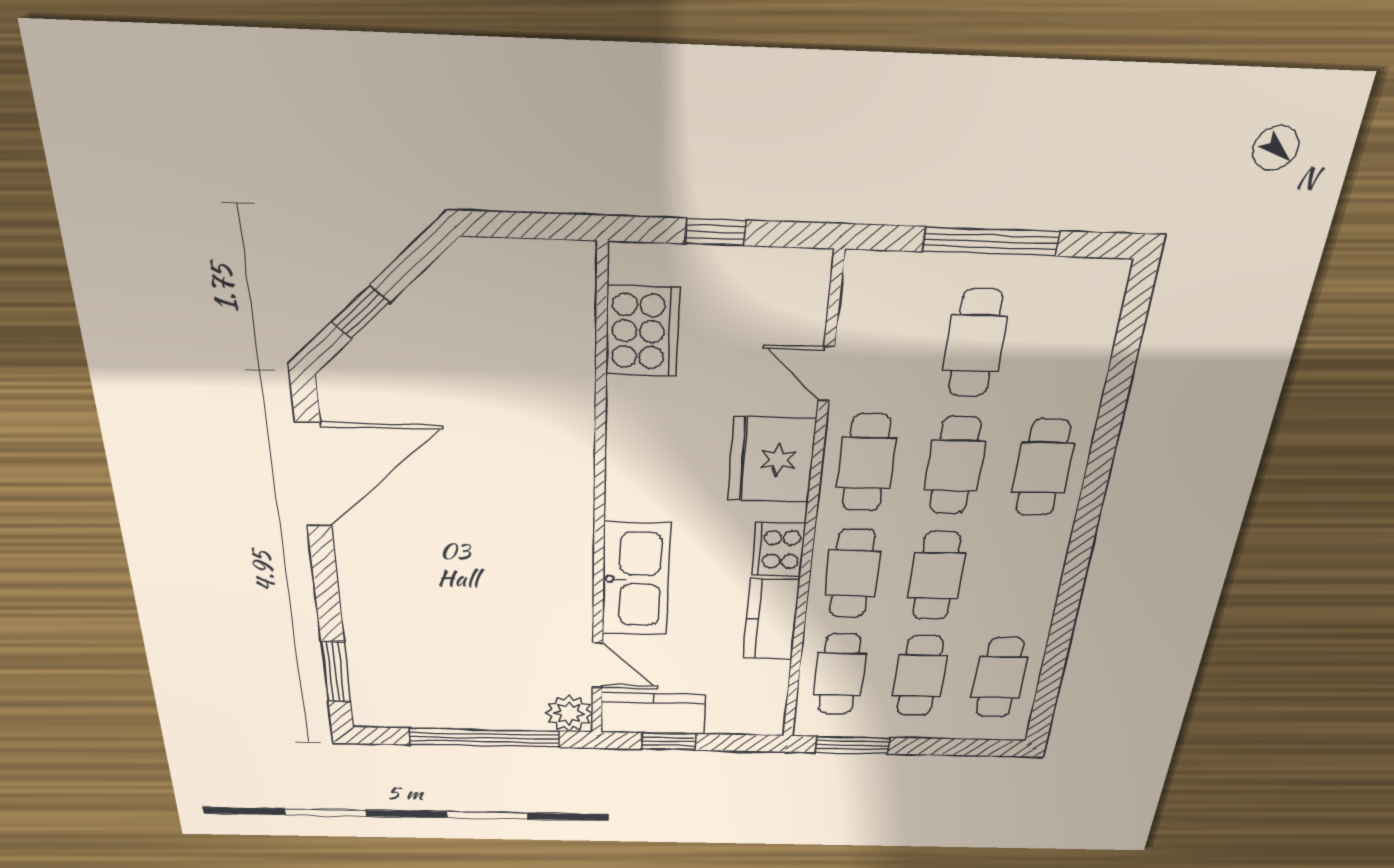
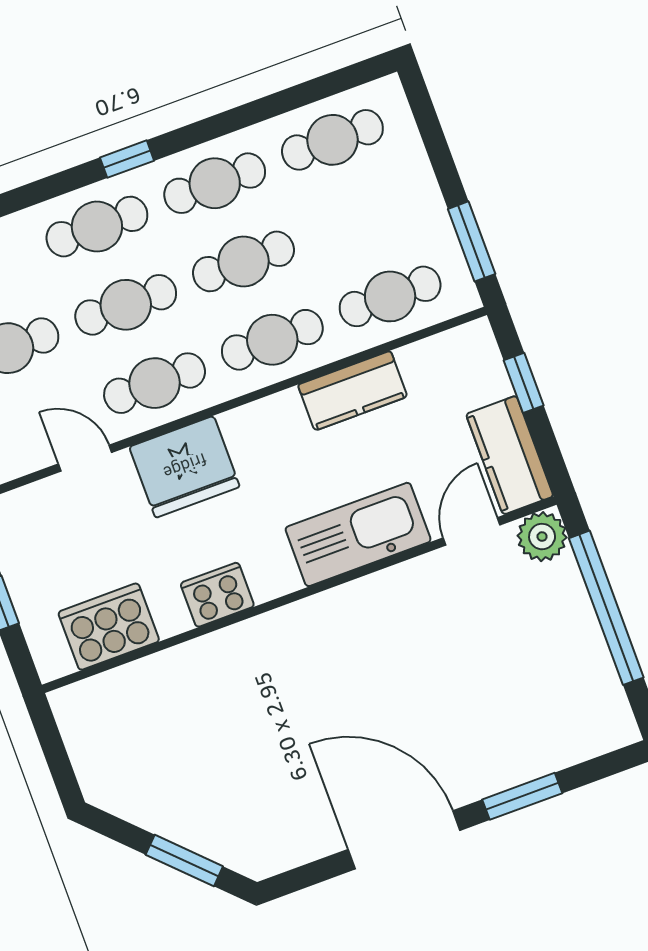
window: (361, 312) -> (184, 860), width x1.50
door: (826, 374) -> (85, 458), swing flipped
door: (314, 475) -> (404, 840), moved
window: (1088, 516) -> (127, 159), added
cooker: (778, 549) -> (217, 595), moved, turned 180
window: (336, 672) -> (522, 796), moved
cafe table: (920, 676) -> (215, 183), moved
window: (668, 741) -> (524, 383), moved

